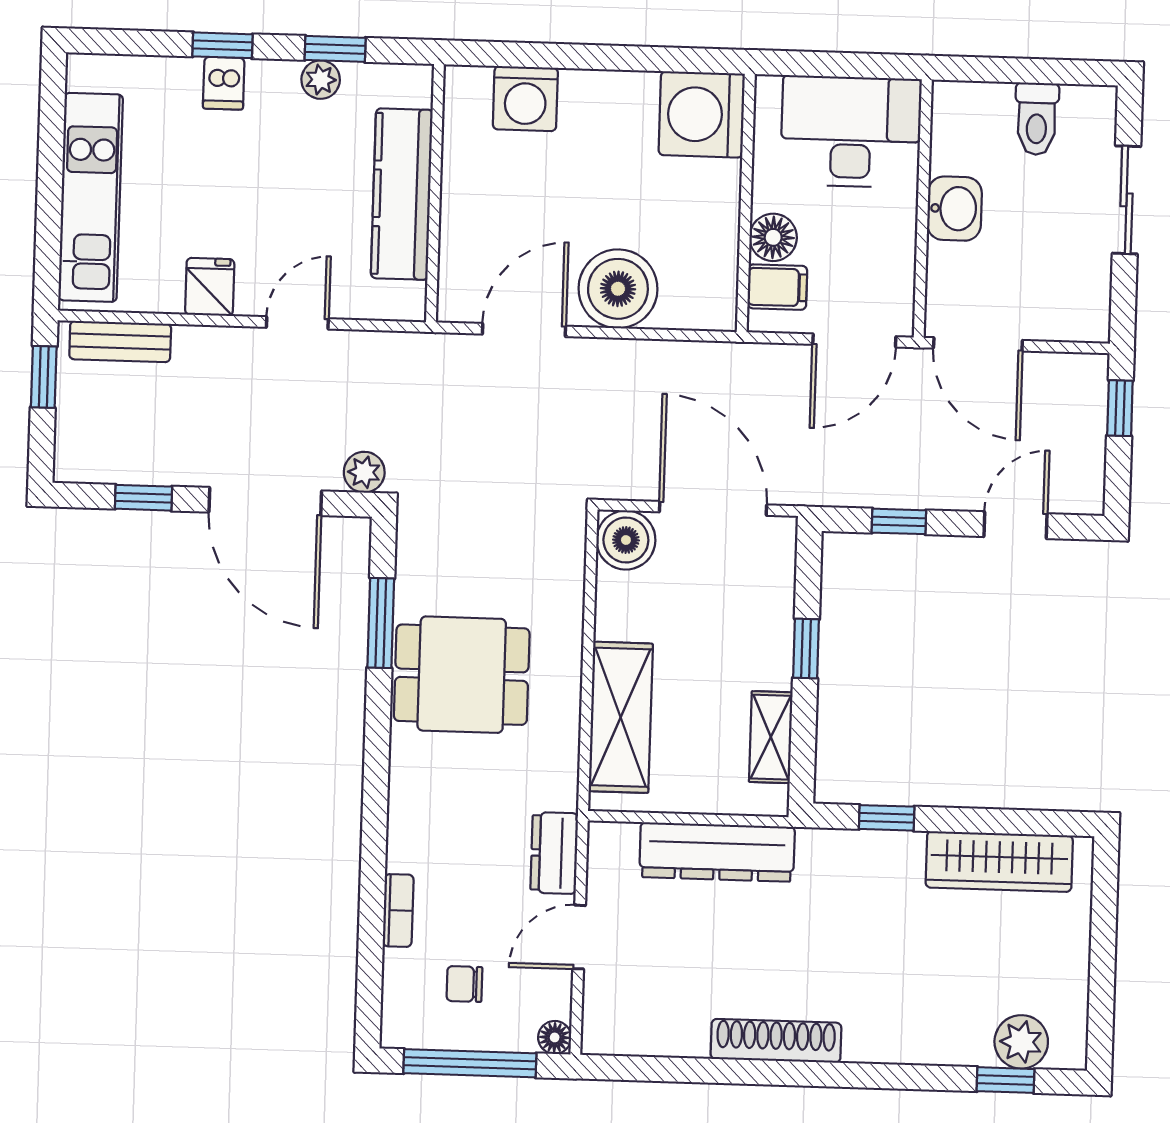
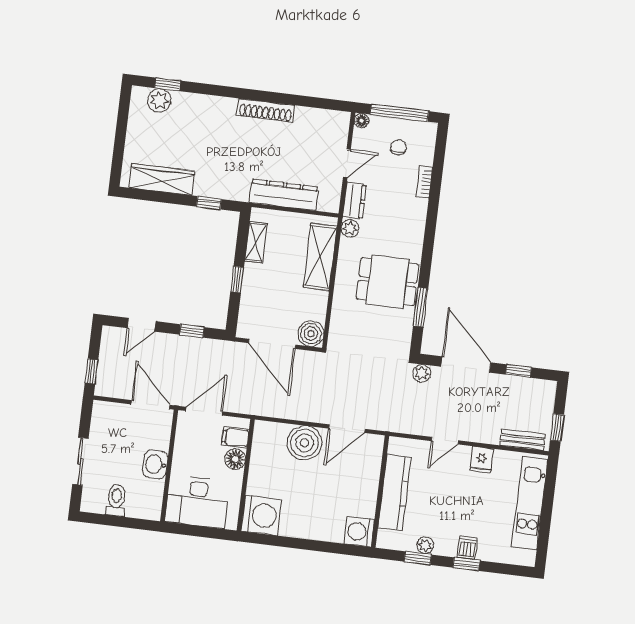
washing machine: (525, 99) -> (359, 532), moved, turned -90
plant: (559, 789) -> (350, 228), added
chair: (464, 984) -> (399, 147), turned -90

